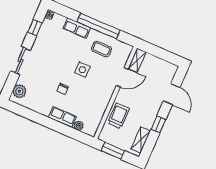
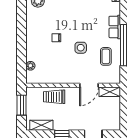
door: (122, 77) -> (89, 85), hinge flipped
trolley: (119, 116) -> (54, 97), turned 180
row of seats: (62, 117) -> (32, 48), removed

